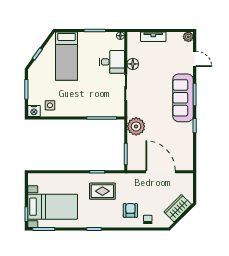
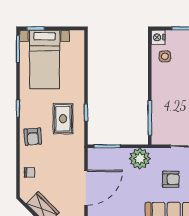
armchair: (153, 100) -> (171, 179), added
armchair: (130, 210) -> (33, 137), moved, turned 86

